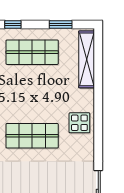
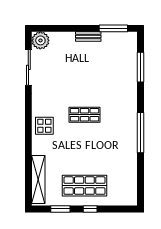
window: (13, 25) -> (90, 209), moved
shop shelf: (32, 136) -> (84, 115), width x0.70, depth x0.74

